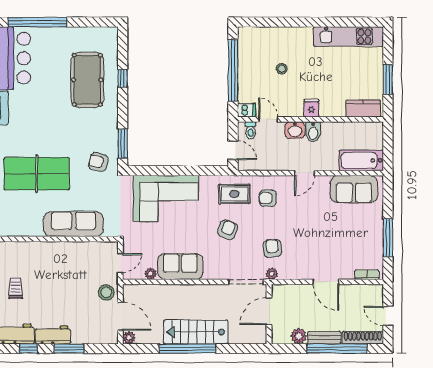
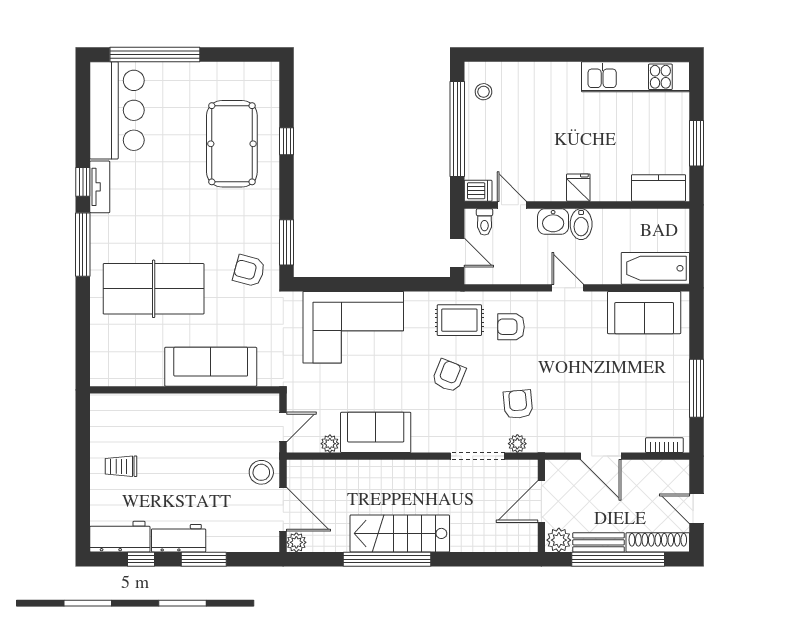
stool: (282, 69) -> (484, 92), moved
door: (304, 173) -> (568, 288), swing flipped
trolley: (16, 288) -> (121, 466), turned -90
door: (269, 311) -> (541, 501), moved
wall: (269, 314) -> (541, 506), moved

